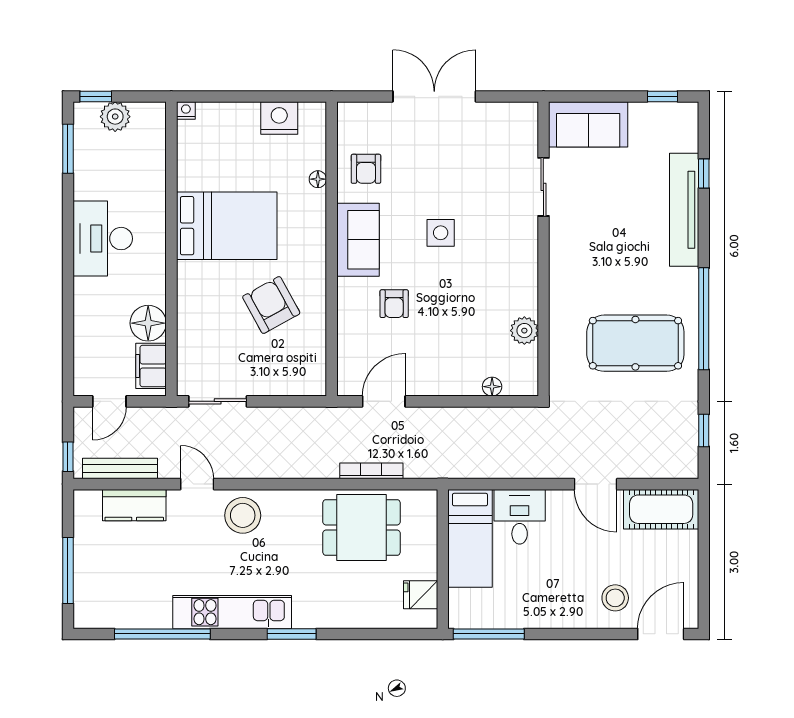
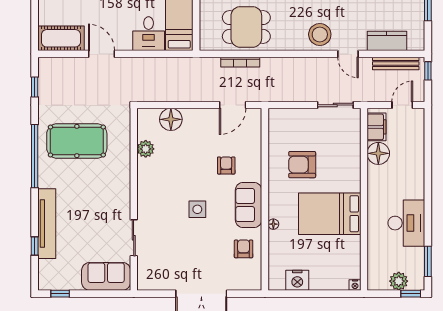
floor lamp: (318, 179) -> (273, 224), moved
desk: (103, 239) -> (406, 223), moved
armchair: (271, 305) -> (302, 165), turned 119
floor lamp: (492, 387) -> (171, 119), width x1.89, depth x1.89

